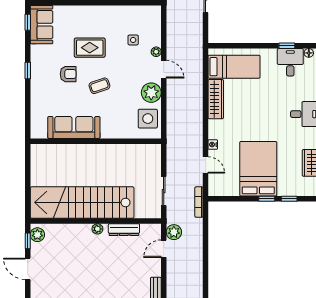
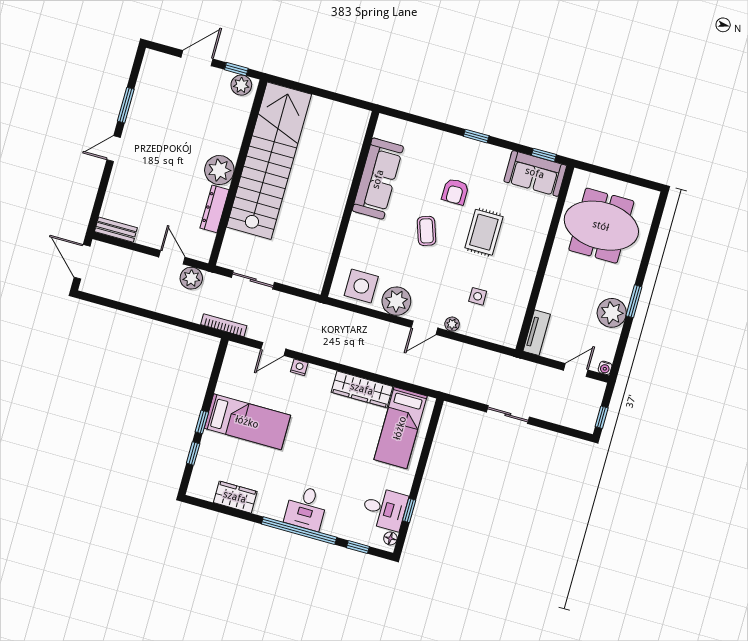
bed: (258, 169) -> (247, 422), width x0.67
plant: (97, 229) -> (219, 170), width x1.88, depth x1.88

